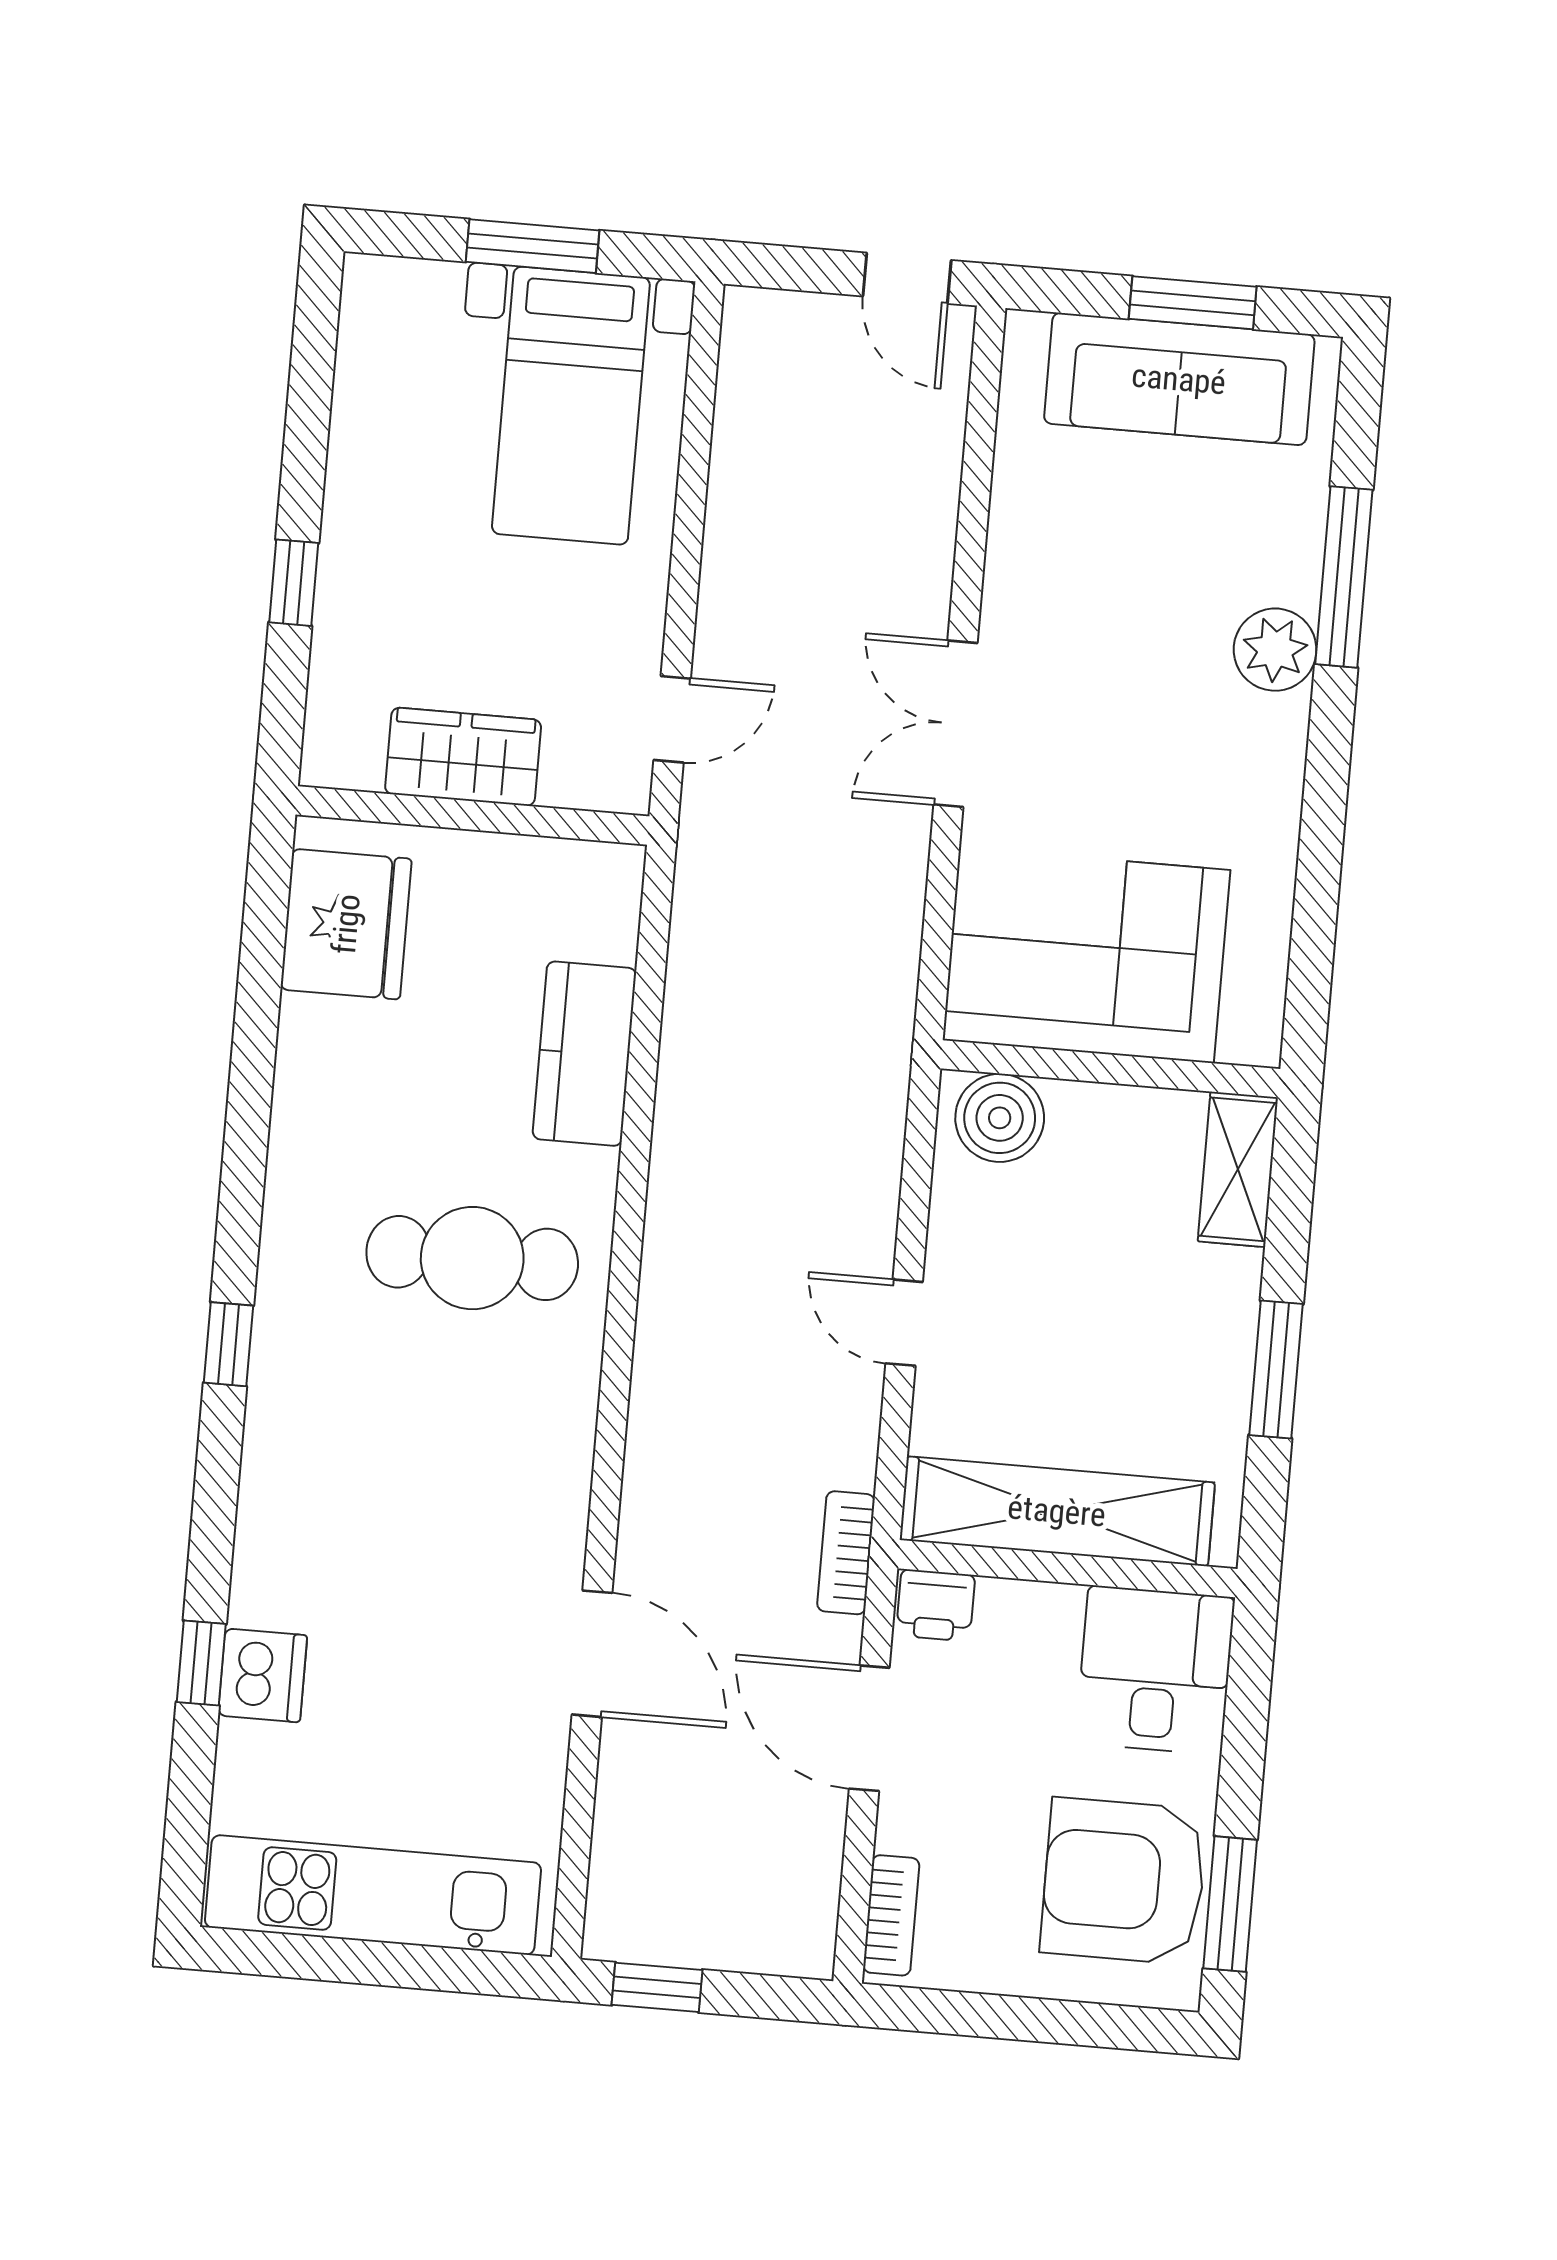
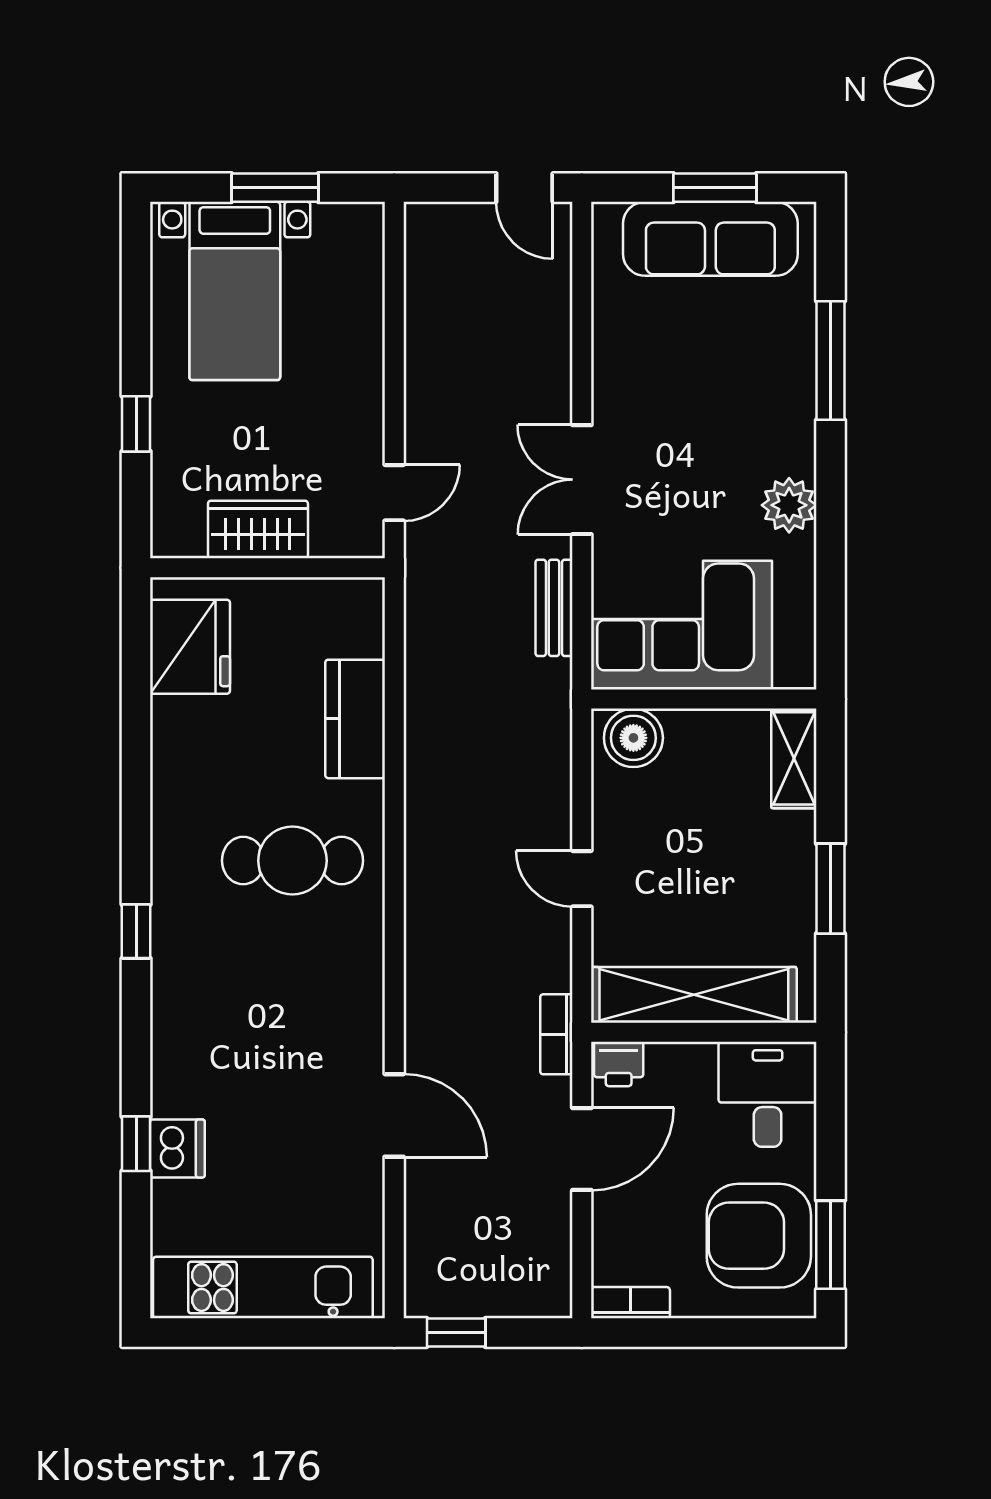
bed with nightstands: (571, 406) -> (235, 291), moved
plant: (1275, 650) -> (789, 505), moved
bench: (897, 913) -> (554, 608), added
door: (869, 1728) -> (582, 1149), swing flipped
bookcase: (891, 1915) -> (630, 1303), moved, turned -90

